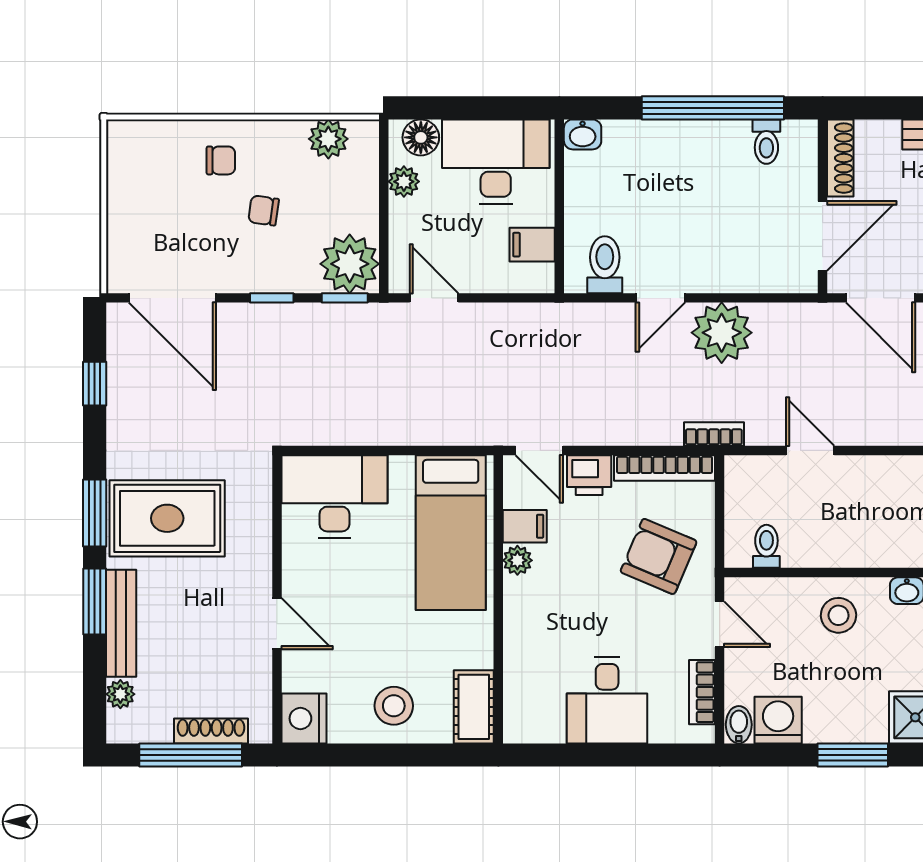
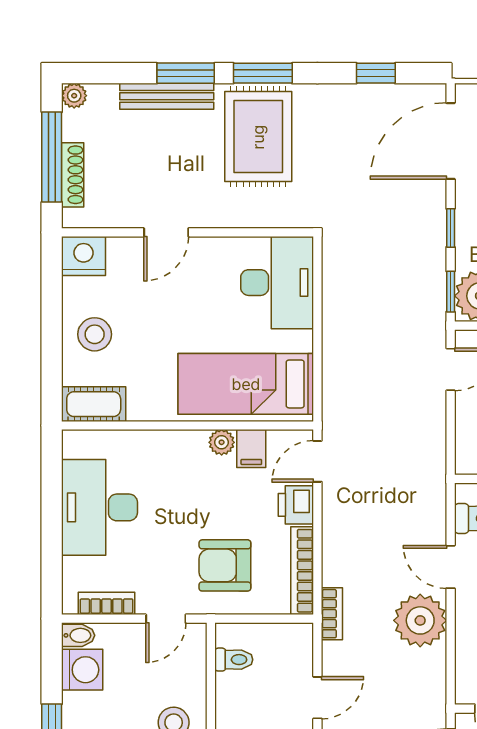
armchair: (659, 556) -> (225, 565), turned -113
plant: (120, 694) -> (74, 96), moved
desk: (607, 700) -> (99, 507), width x1.37

